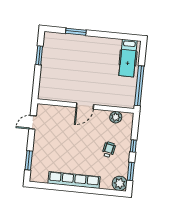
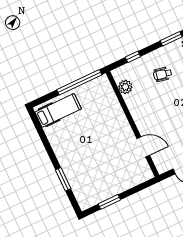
door: (85, 106) -> (143, 147), moved
window: (133, 146) -> (133, 57), moved

